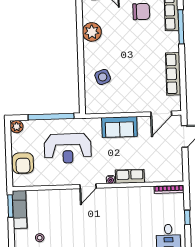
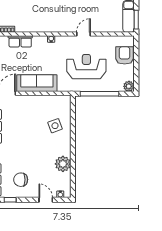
sofa: (119, 127) -> (37, 83), width x1.36
row of seats: (130, 176) -> (20, 41), moved
door: (88, 186) -> (83, 34), moved

